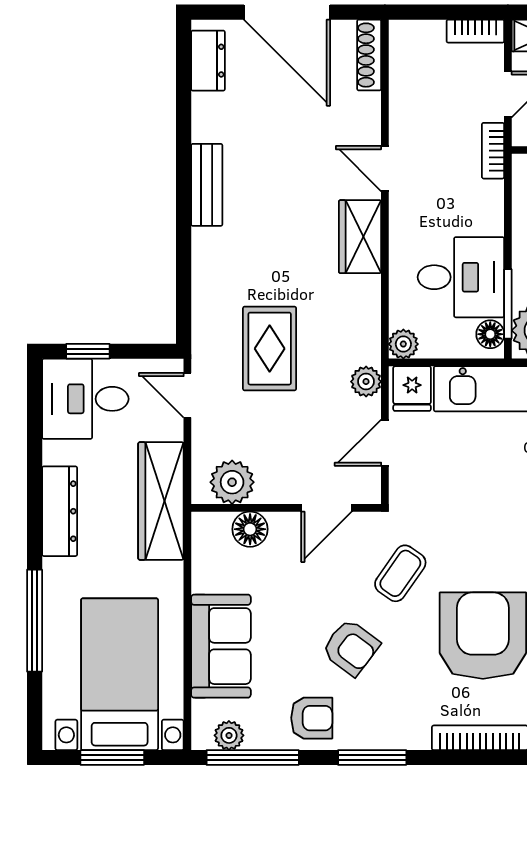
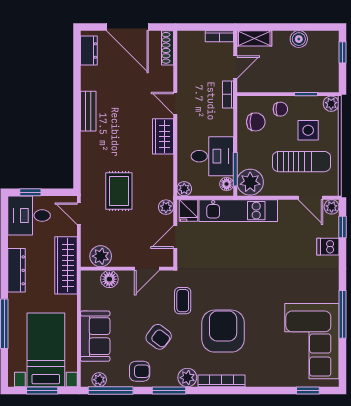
coffee table: (400, 573) -> (183, 301), turned -35
plant: (410, 731) -> (187, 378), added

